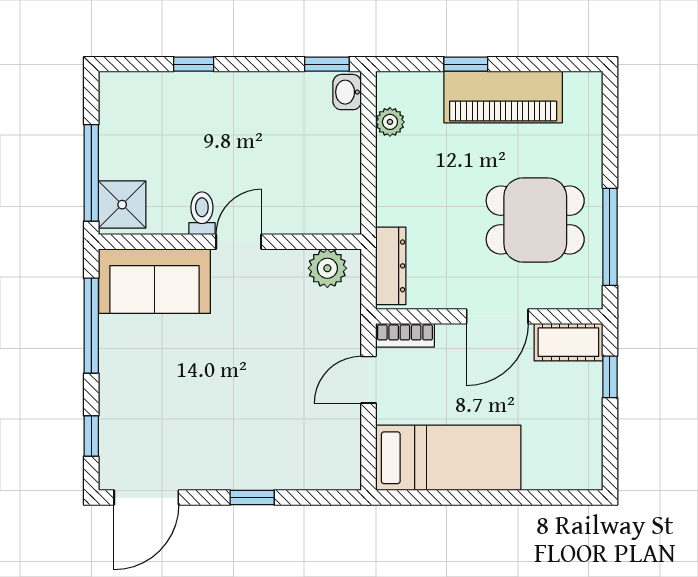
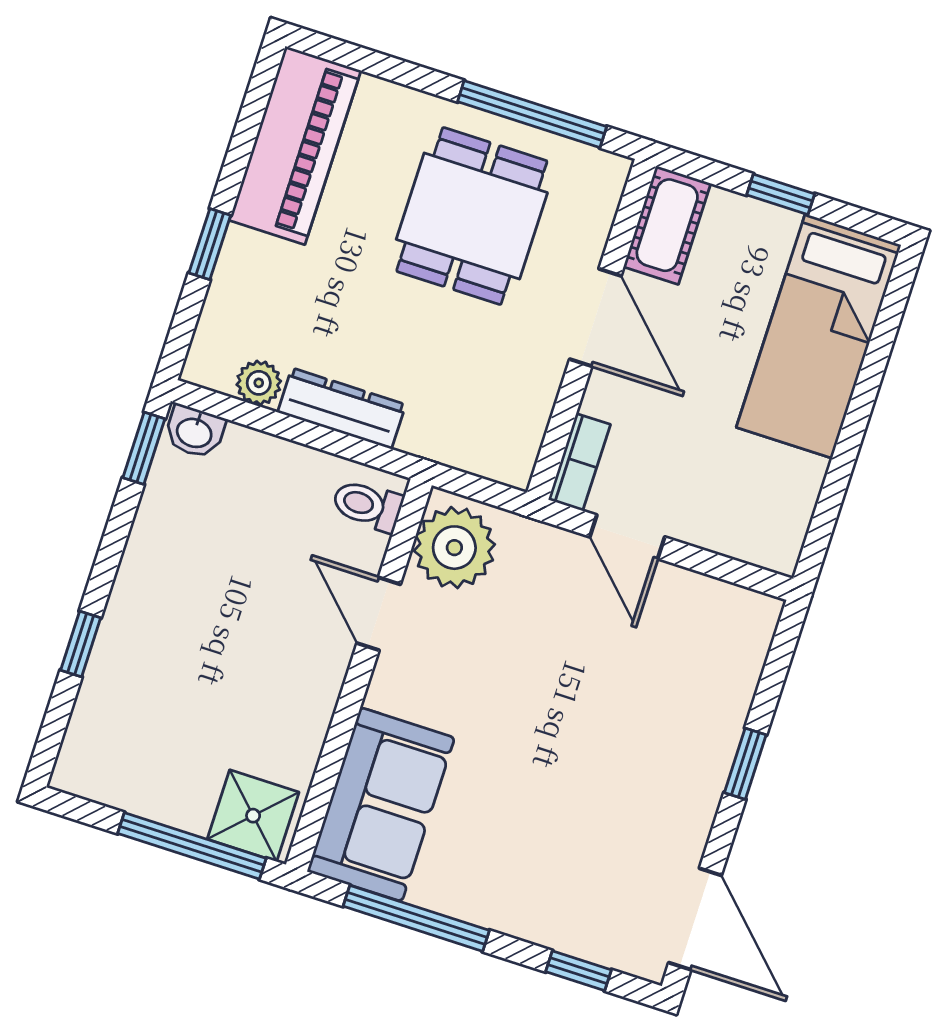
piano: (503, 97) -> (295, 145), moved
toilet: (202, 213) -> (367, 505), moved
door: (239, 242) -> (379, 614), moved
dresser: (391, 266) -> (342, 408), moved
plant: (327, 268) -> (454, 548), width x1.36, depth x1.36
window: (610, 377) -> (781, 194), moved
bed: (448, 458) -> (819, 336), moved, turned 180

